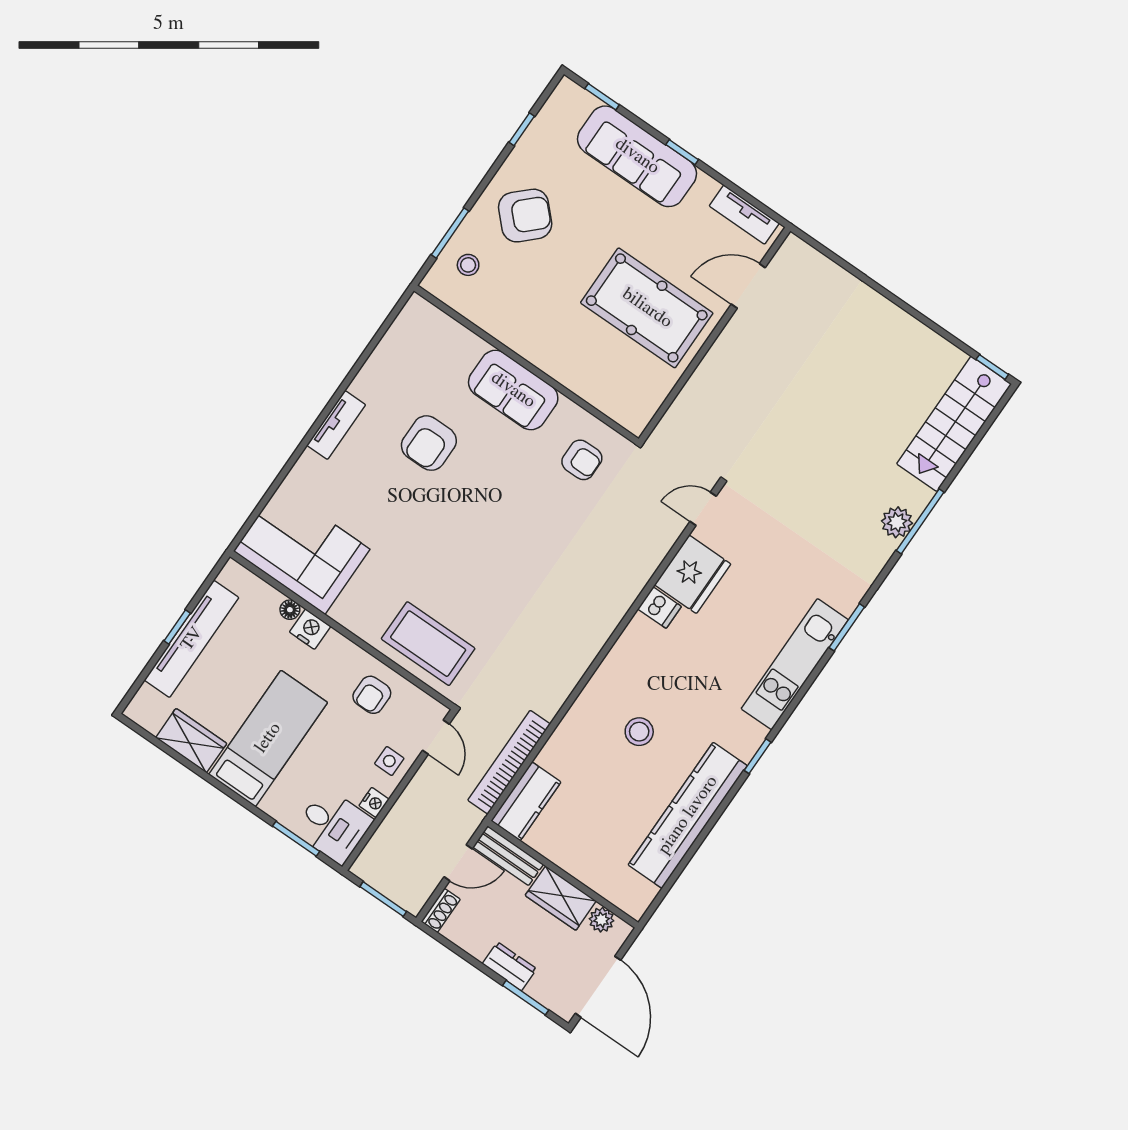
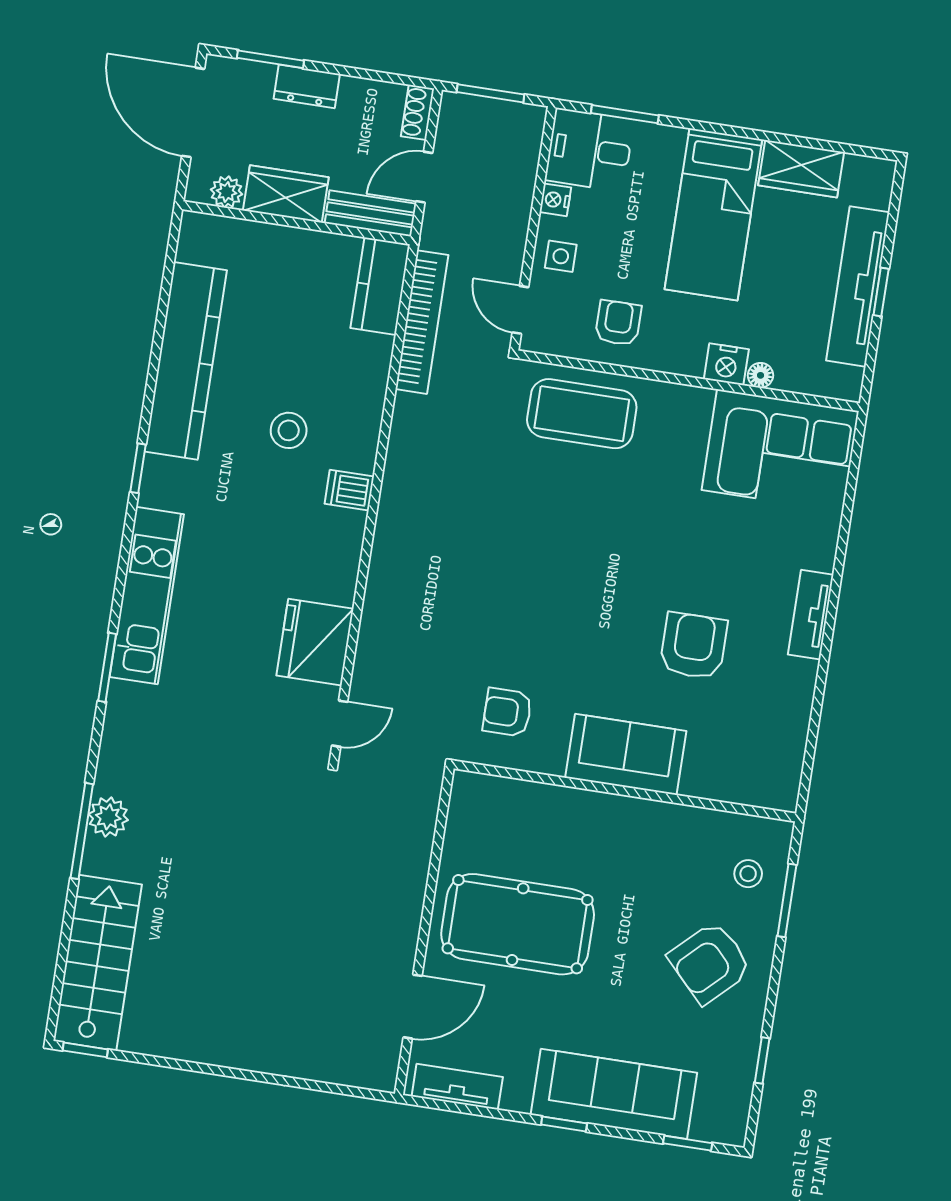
dishwasher: (660, 608) -> (349, 490), moved

